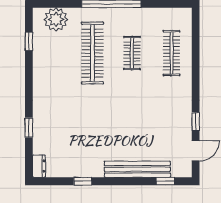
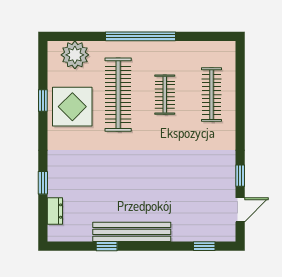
window: (29, 41) -> (43, 100), moved
display table: (54, 63) -> (72, 107), added
dresser: (39, 166) -> (55, 211), moved
bench: (137, 169) -> (132, 232), moved

